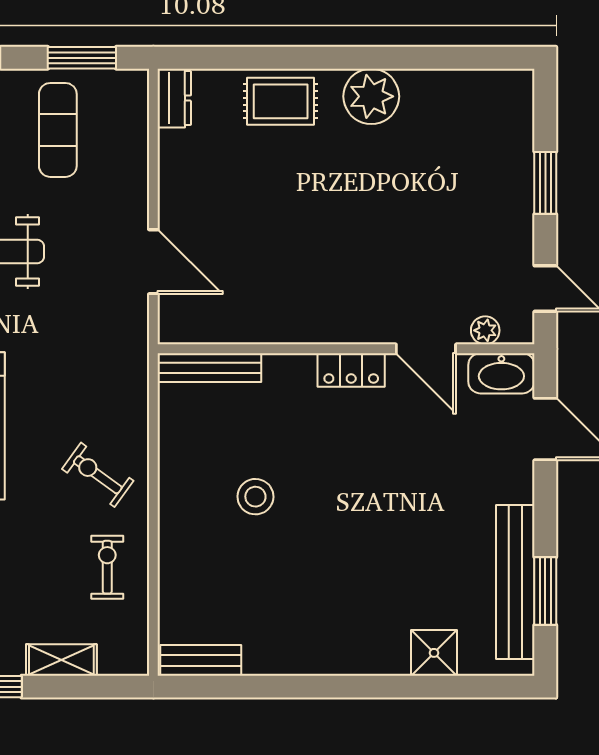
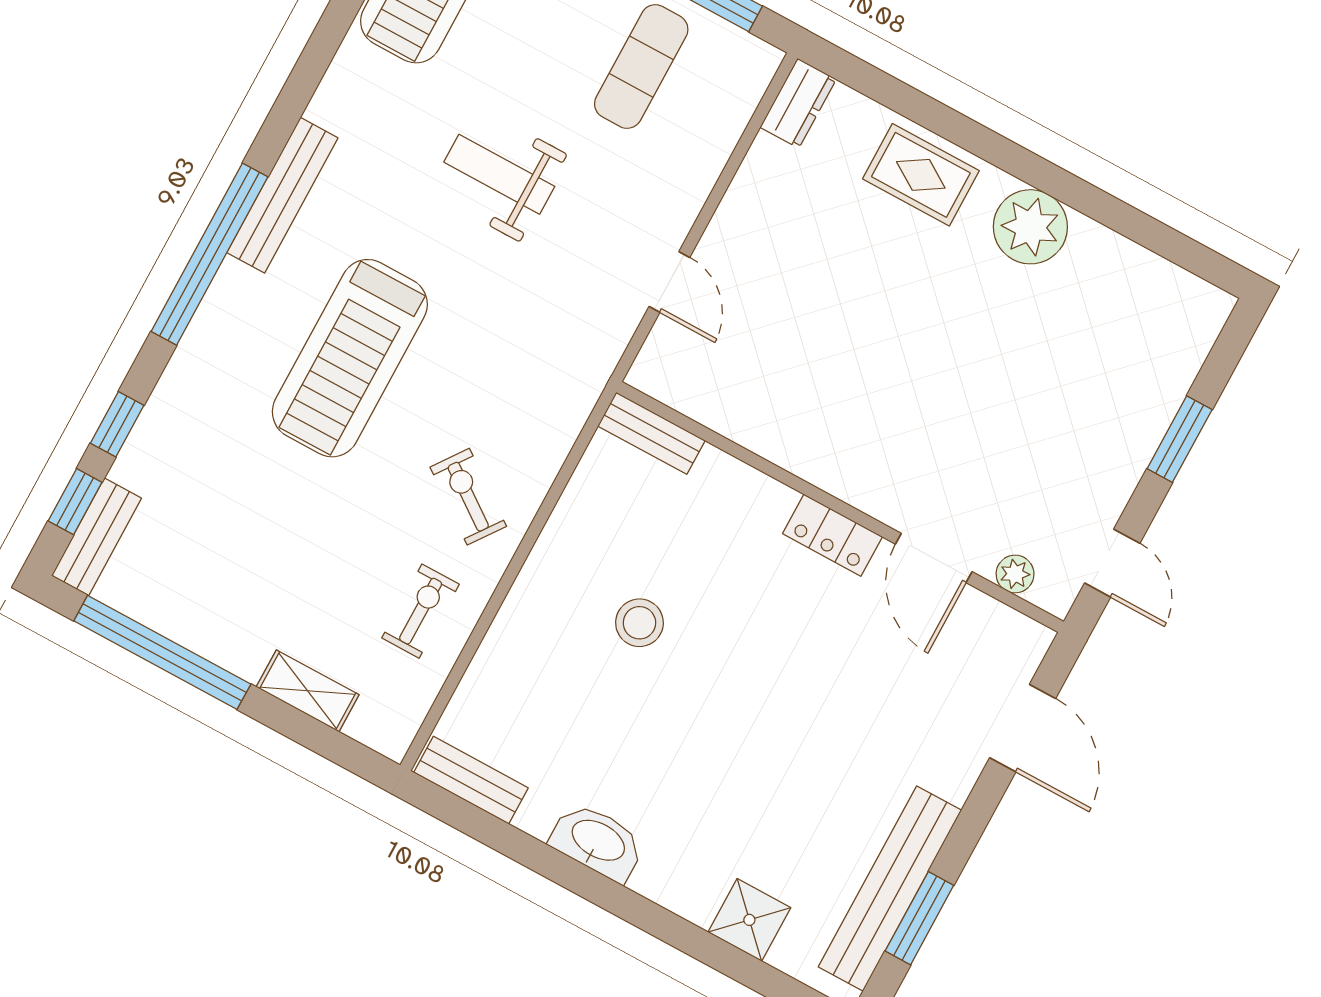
door: (153, 262) -> (669, 282), width x0.73
bench: (209, 368) -> (652, 433), width x0.73
washbasin: (501, 373) -> (598, 842), moved, turned 180

